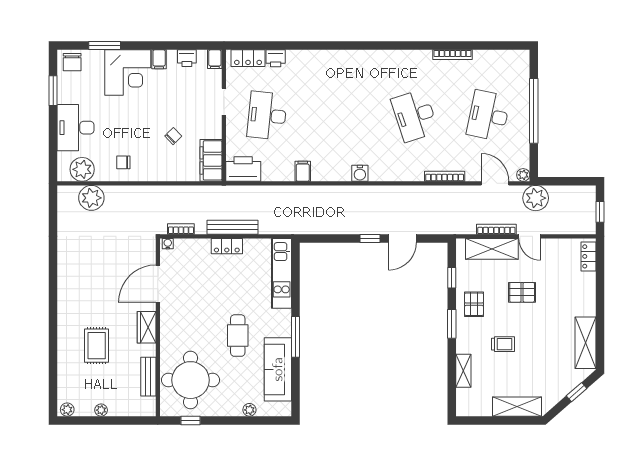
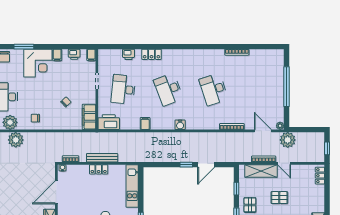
locker: (248, 58) -> (152, 54), moved
desk: (488, 116) -> (168, 89), moved, turned -33

